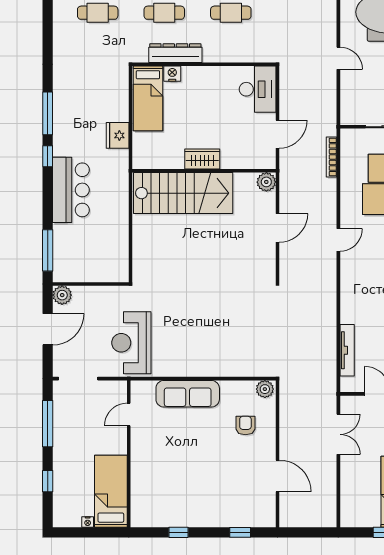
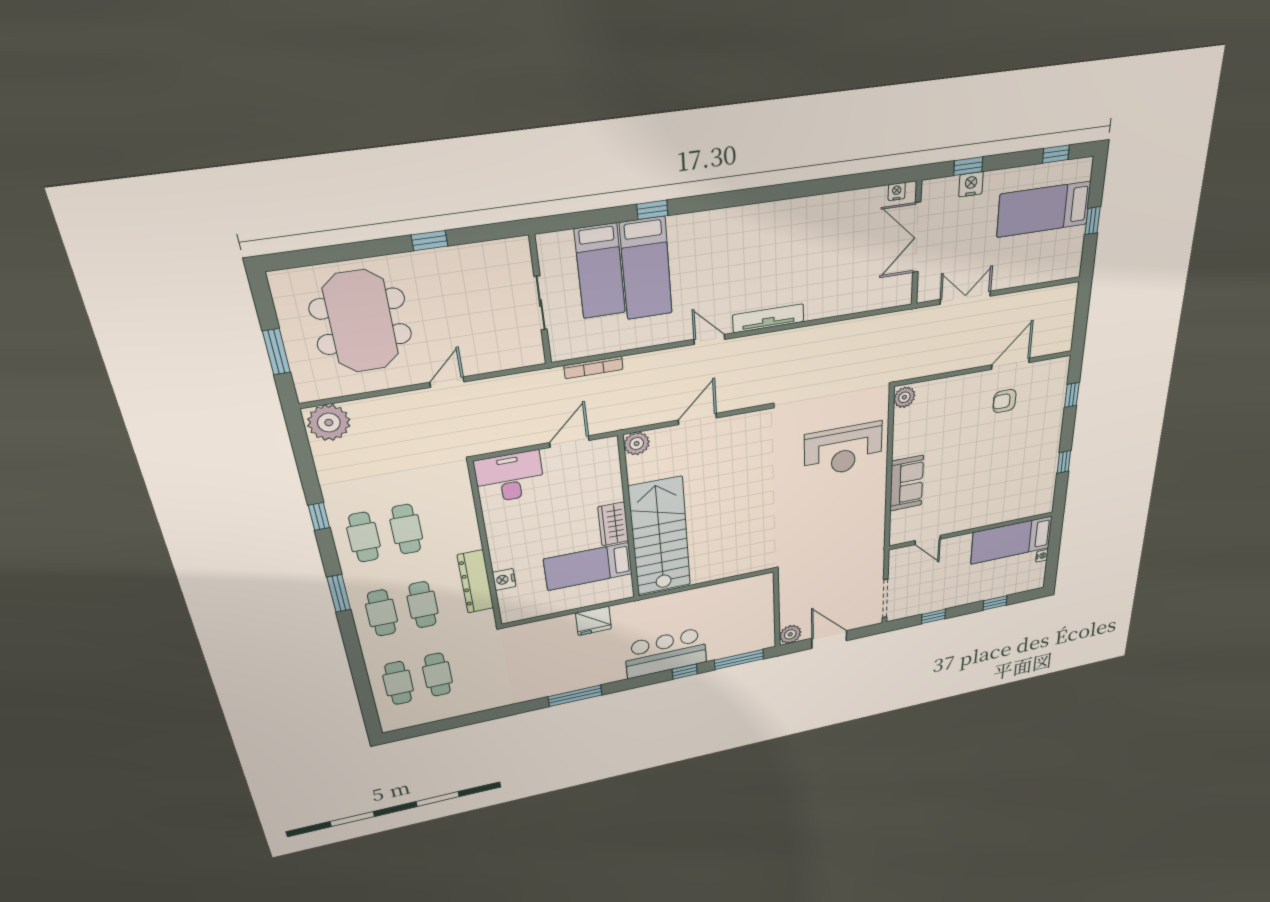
bed: (148, 98) -> (588, 567), moved, turned 180
door: (277, 134) -> (569, 442), hinge flipped
window: (48, 156) -> (685, 672), moved
door: (277, 228) -> (697, 419), hinge flipped
reception desk: (131, 343) -> (843, 450), moved
tv unit: (347, 350) -> (768, 318), moved
sofa: (188, 394) -> (907, 483), width x0.73
window: (48, 424) -> (933, 616), width x0.46
armchair: (245, 425) -> (1004, 401), moved

